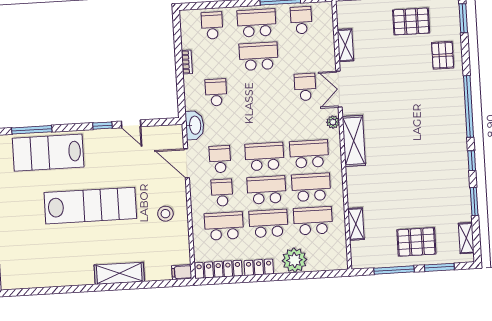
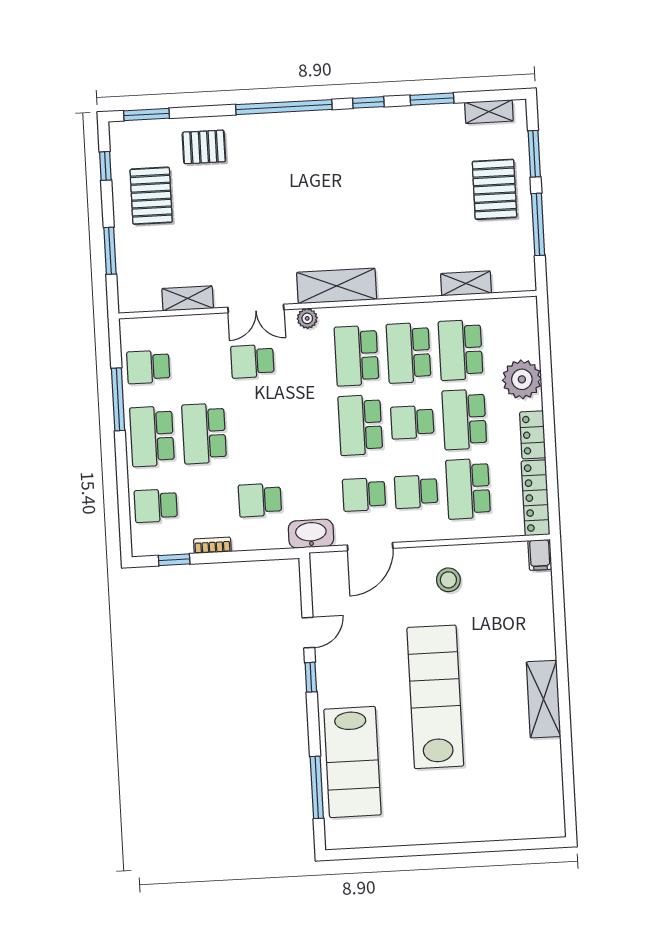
window: (177, 37) -> (174, 560), added
school desk: (267, 190) -> (412, 422), width x0.54
shelving: (119, 273) -> (544, 699), moved

